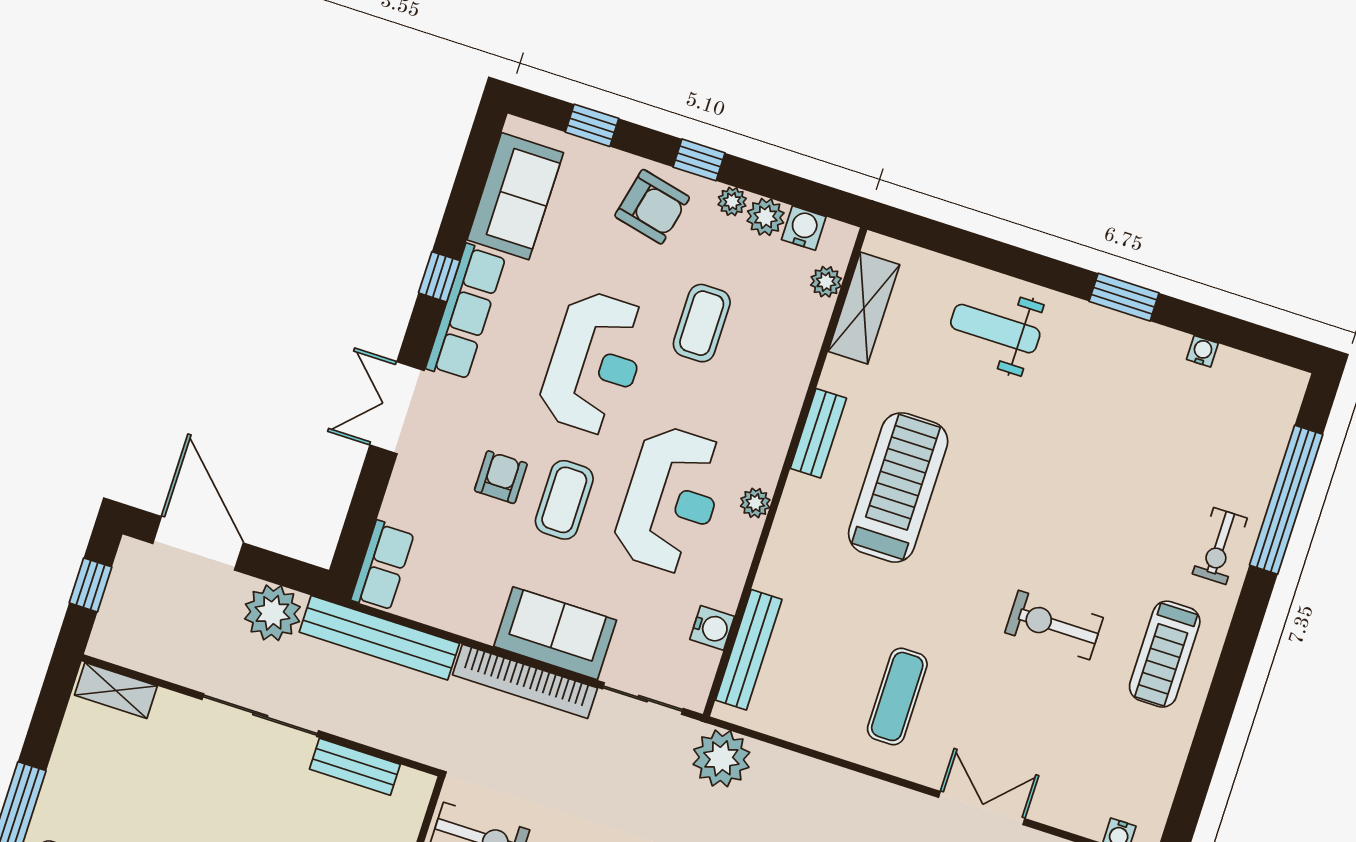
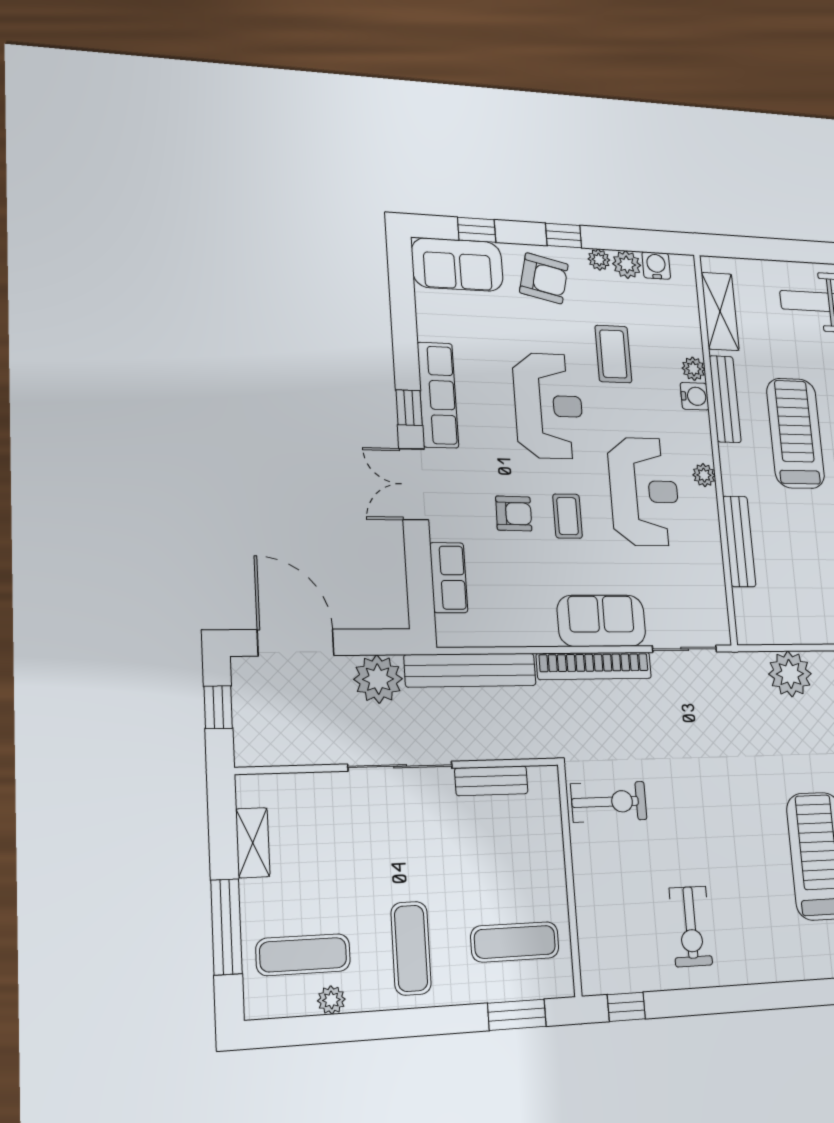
sofa: (515, 196) -> (457, 265), moved, turned 90
window: (439, 277) -> (409, 408), moved
plant: (826, 282) -> (693, 369), moved
bench: (818, 433) -> (725, 399), width x1.36
armchair: (501, 477) -> (514, 514), turned 91
coffee table: (564, 500) -> (568, 516), width x0.73, depth x0.77
row of seats: (383, 566) -> (449, 578), moved
water cooler: (712, 628) -> (695, 396), moved
bench: (749, 650) -> (739, 541), moved
shelving: (116, 690) -> (253, 843), moved, turned 90
plant: (721, 758) -> (790, 674), moved

